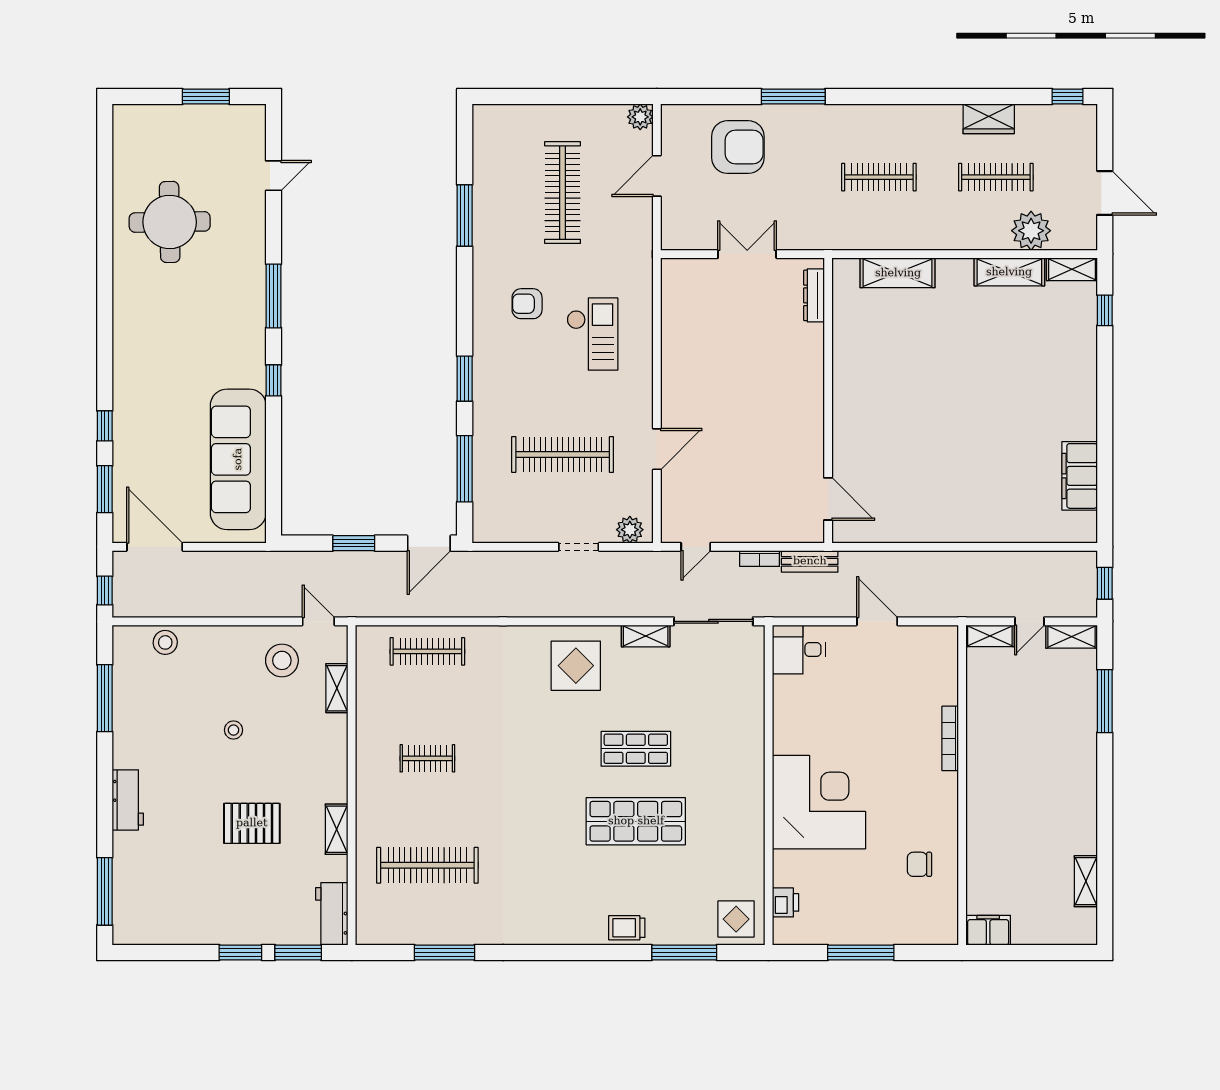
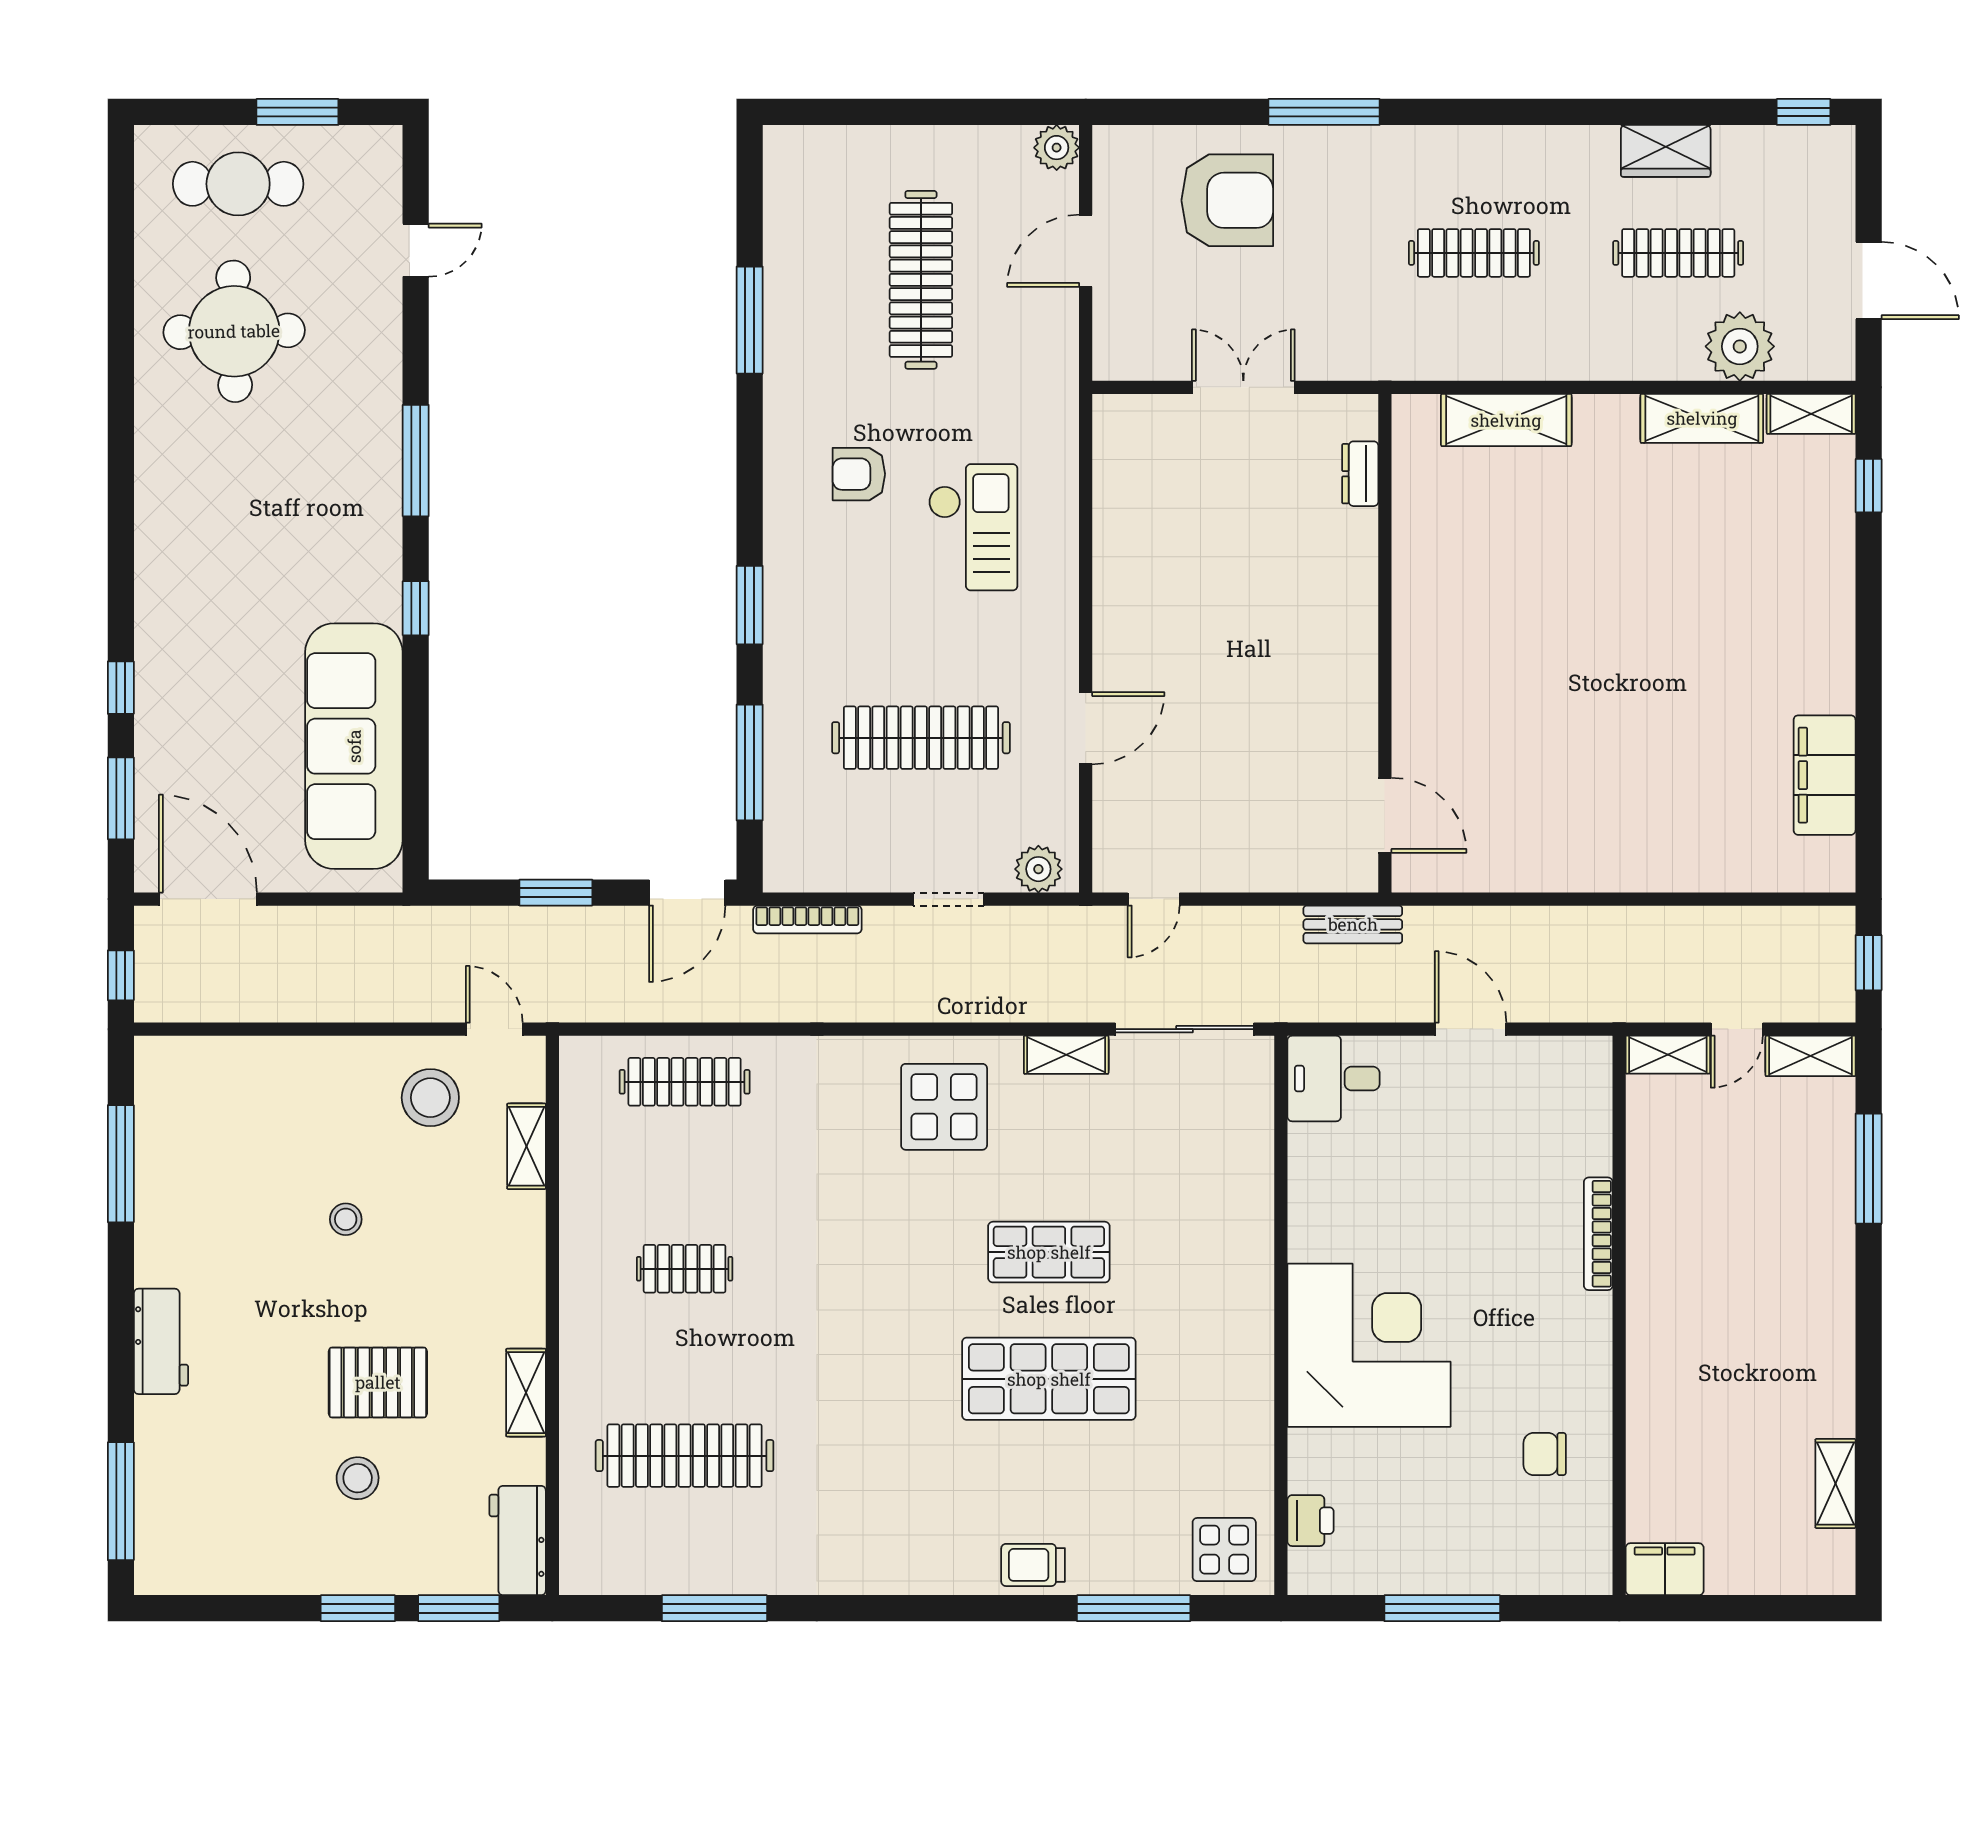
cafe table: (172, 138) -> (238, 184), added
dresser: (814, 295) -> (1360, 474), width x0.70
bookcase: (760, 559) -> (807, 919), moved, width x1.56
stool: (165, 642) -> (358, 1478), moved

